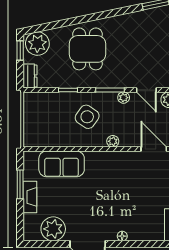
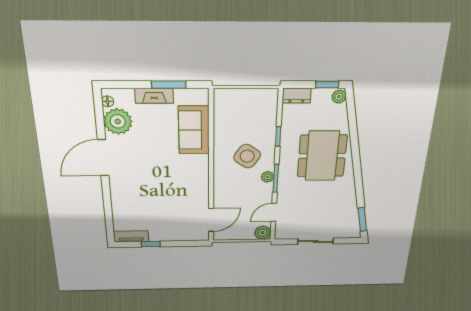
plant: (37, 44) -> (339, 97), width x0.53, depth x0.53
dining table: (88, 49) -> (322, 156), width x1.38
plant: (124, 98) -> (268, 177), moved
plant: (113, 141) -> (220, 182), removed
floor lamp: (122, 236) -> (108, 101), moved

